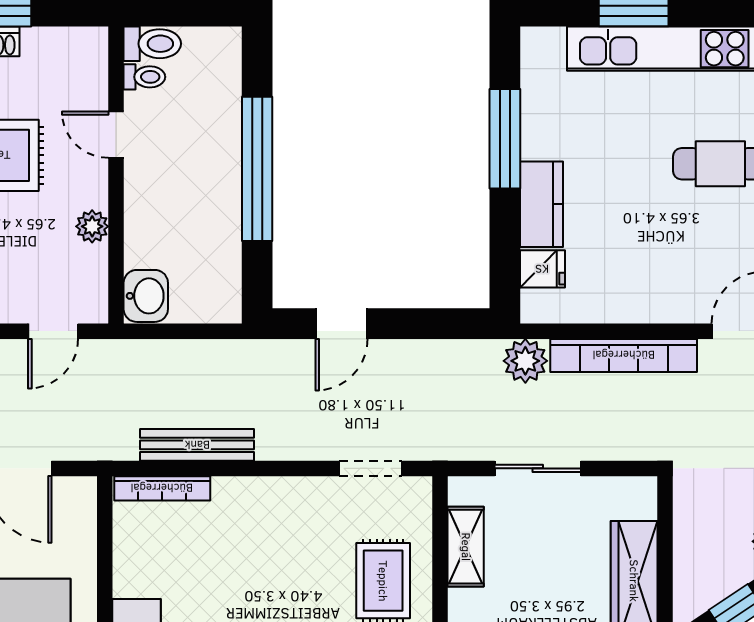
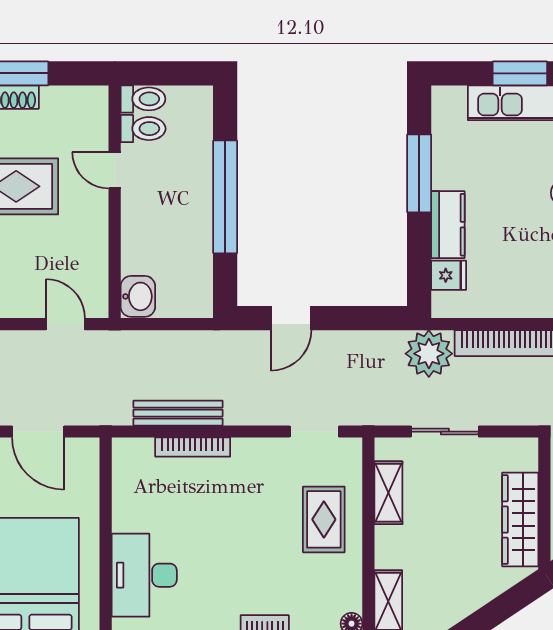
toilet: (144, 77) -> (143, 129), width x1.37, depth x1.39
plant: (92, 226) -> (96, 242), removed
door: (53, 331) -> (65, 324), swing flipped
plant: (525, 361) -> (429, 354), width x1.36, depth x1.36
bookcase: (162, 488) -> (193, 447), moved

